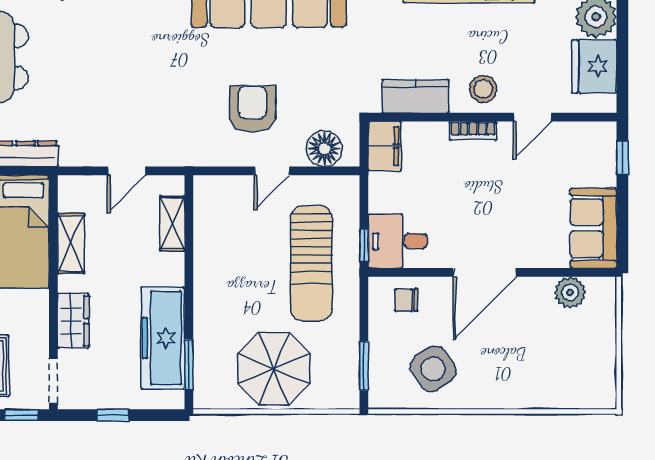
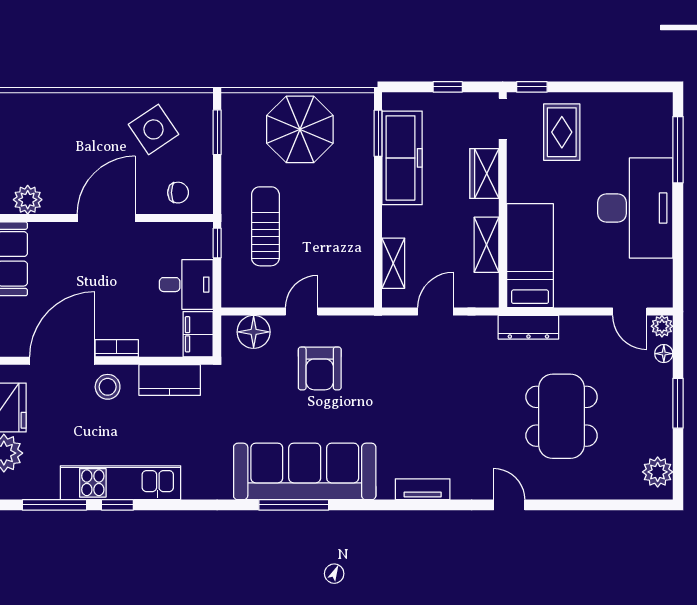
door: (532, 117) -> (62, 361), width x1.87
desk: (397, 241) -> (186, 285), moved
sun lounger: (311, 263) -> (265, 226), width x0.73, depth x0.75

